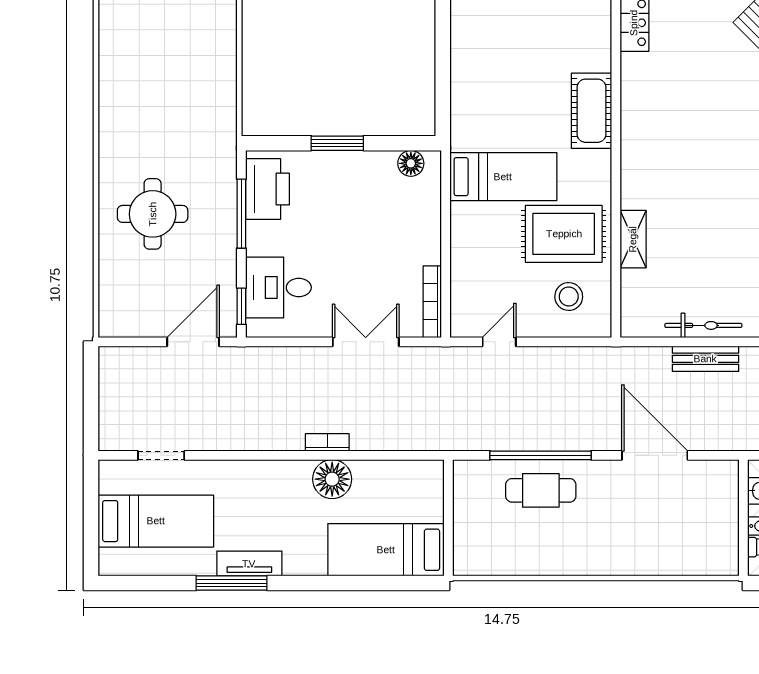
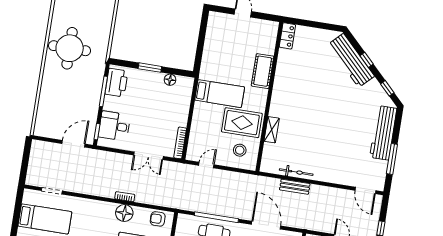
floor lamp: (411, 163) -> (170, 80), moved
round table: (153, 214) -> (70, 48), moved, width x1.36, depth x1.36
double door: (366, 342) -> (148, 156), swing flipped
armchair: (409, 480) -> (158, 219), added

